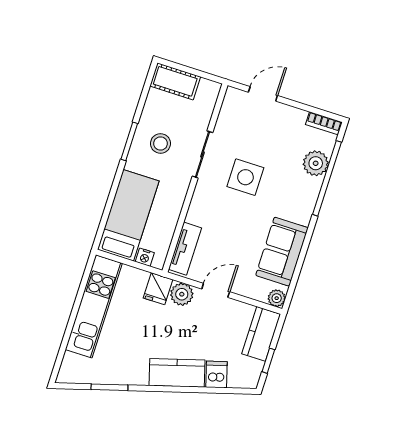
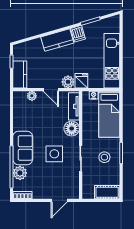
floor lamp: (201, 211) -> (72, 129), added
sofa: (282, 252) -> (23, 148), moved
door: (216, 290) -> (51, 90), hinge flipped
plant: (277, 298) -> (32, 96), moved
dishwasher: (216, 374) -> (78, 34), moved

